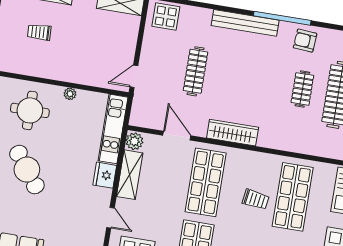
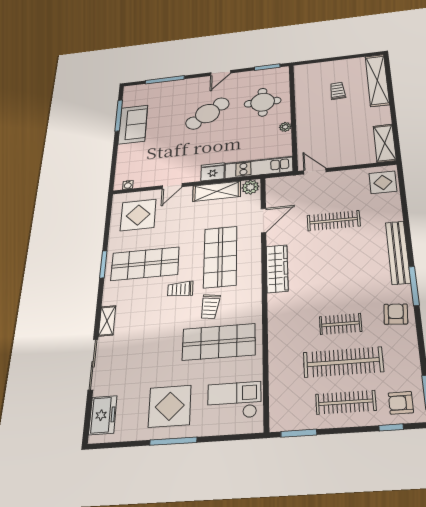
window: (282, 18) -> (414, 286), width x0.68
shop shelf: (206, 182) -> (220, 257), turned 90
trolley: (230, 224) -> (180, 289), added

